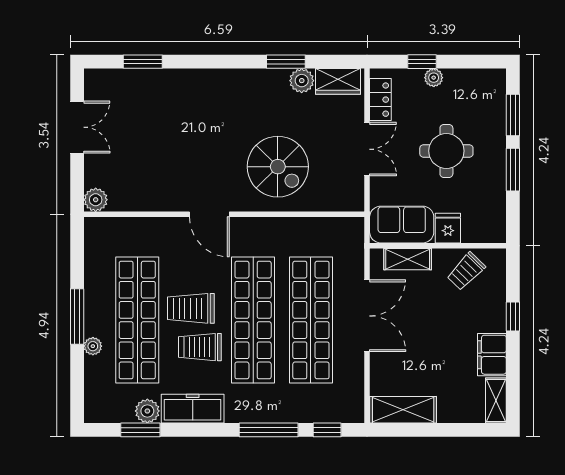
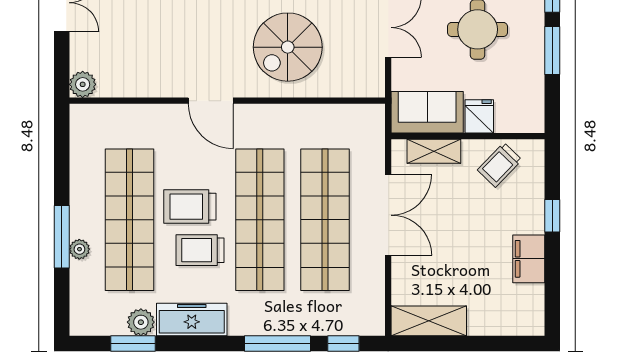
spiral stairs: (278, 167) -> (288, 47), turned 90
window: (77, 317) -> (62, 237), moved
shelving: (496, 400) -> (533, 310), removed

